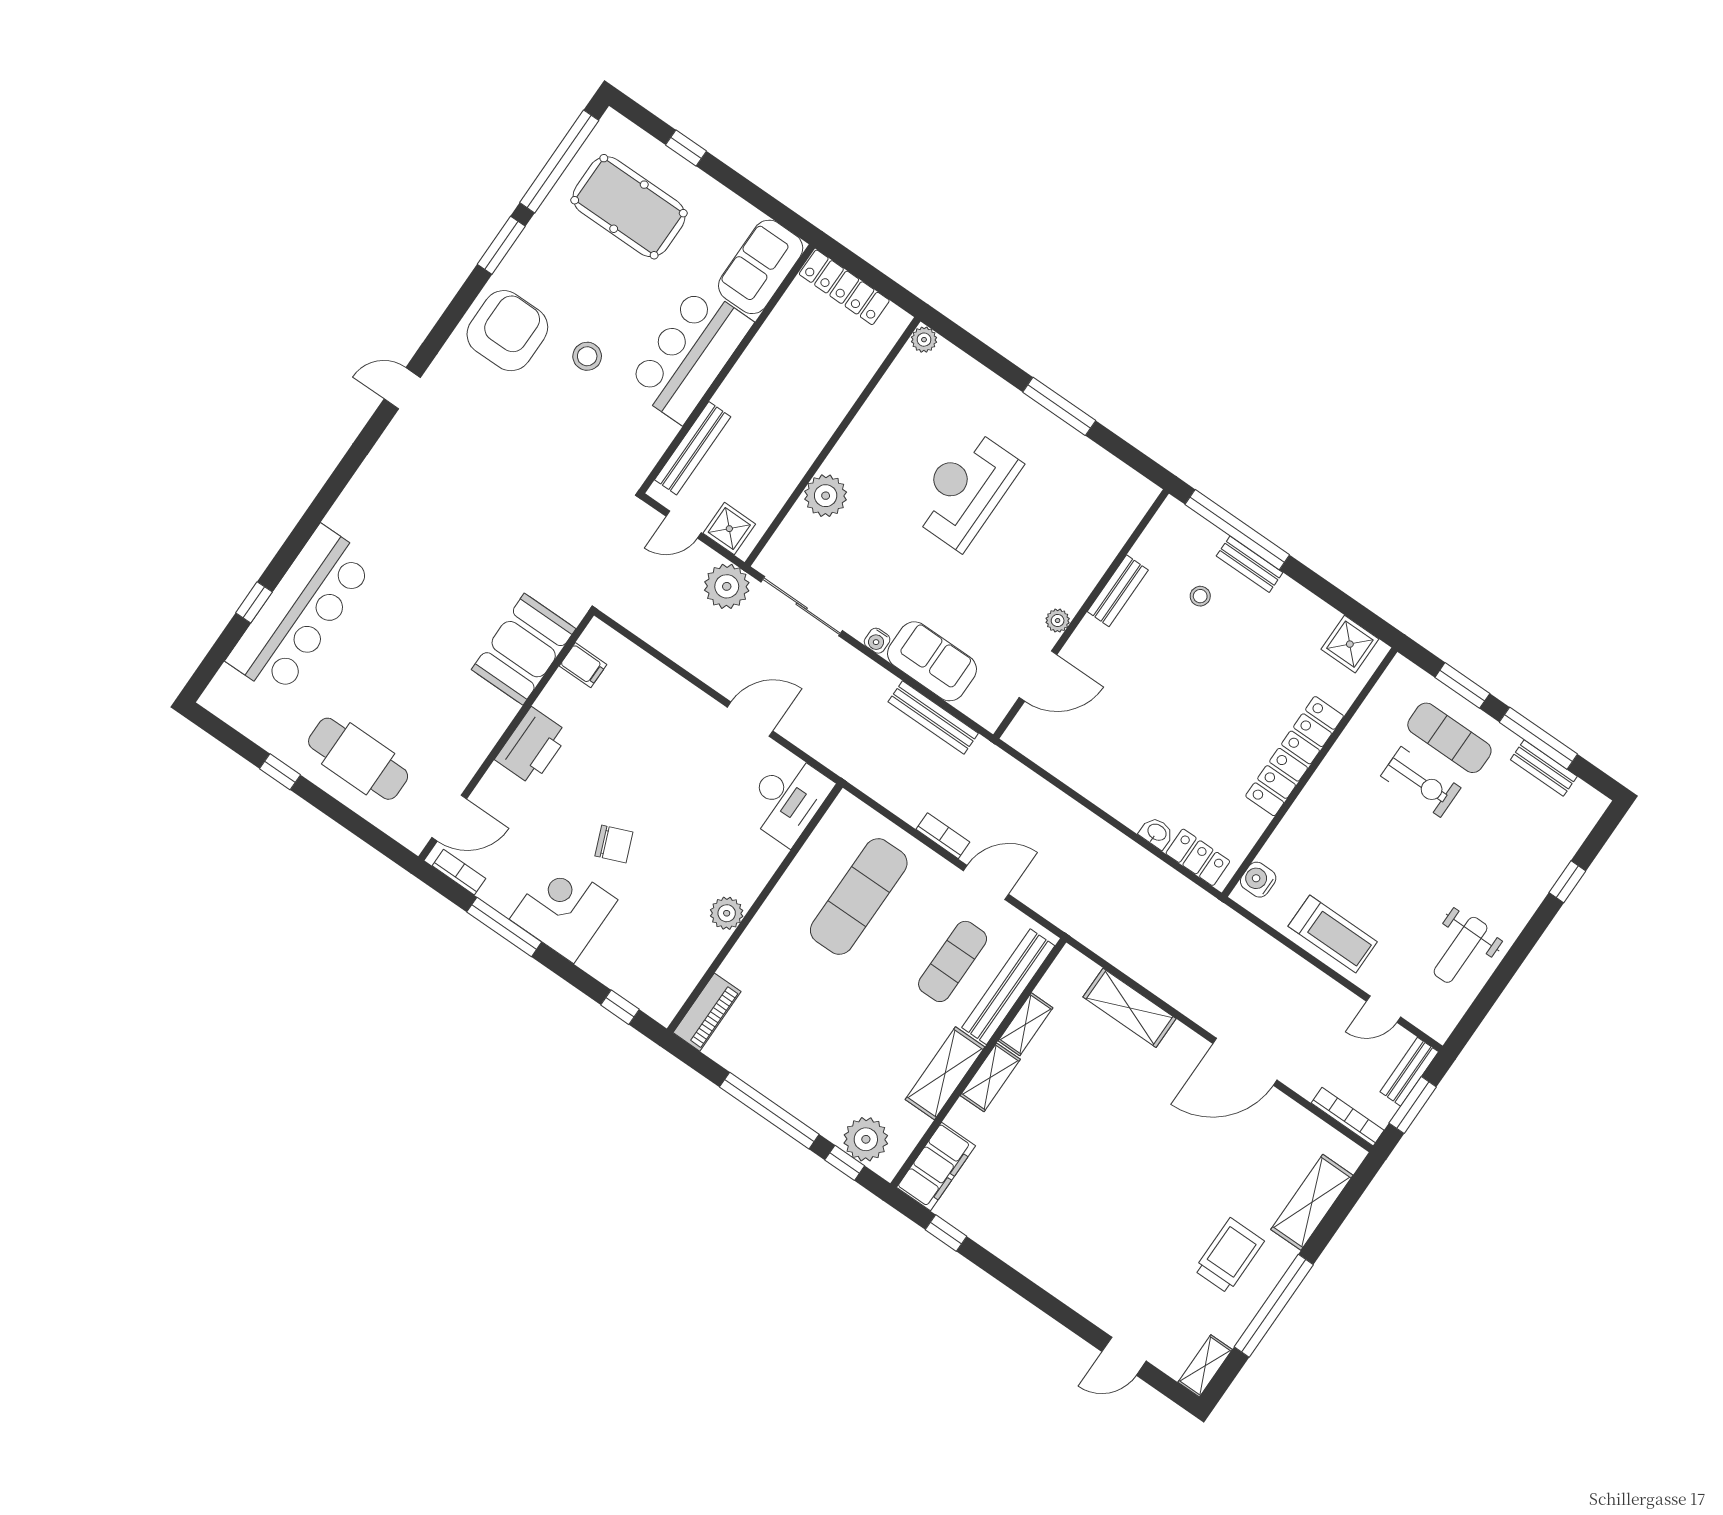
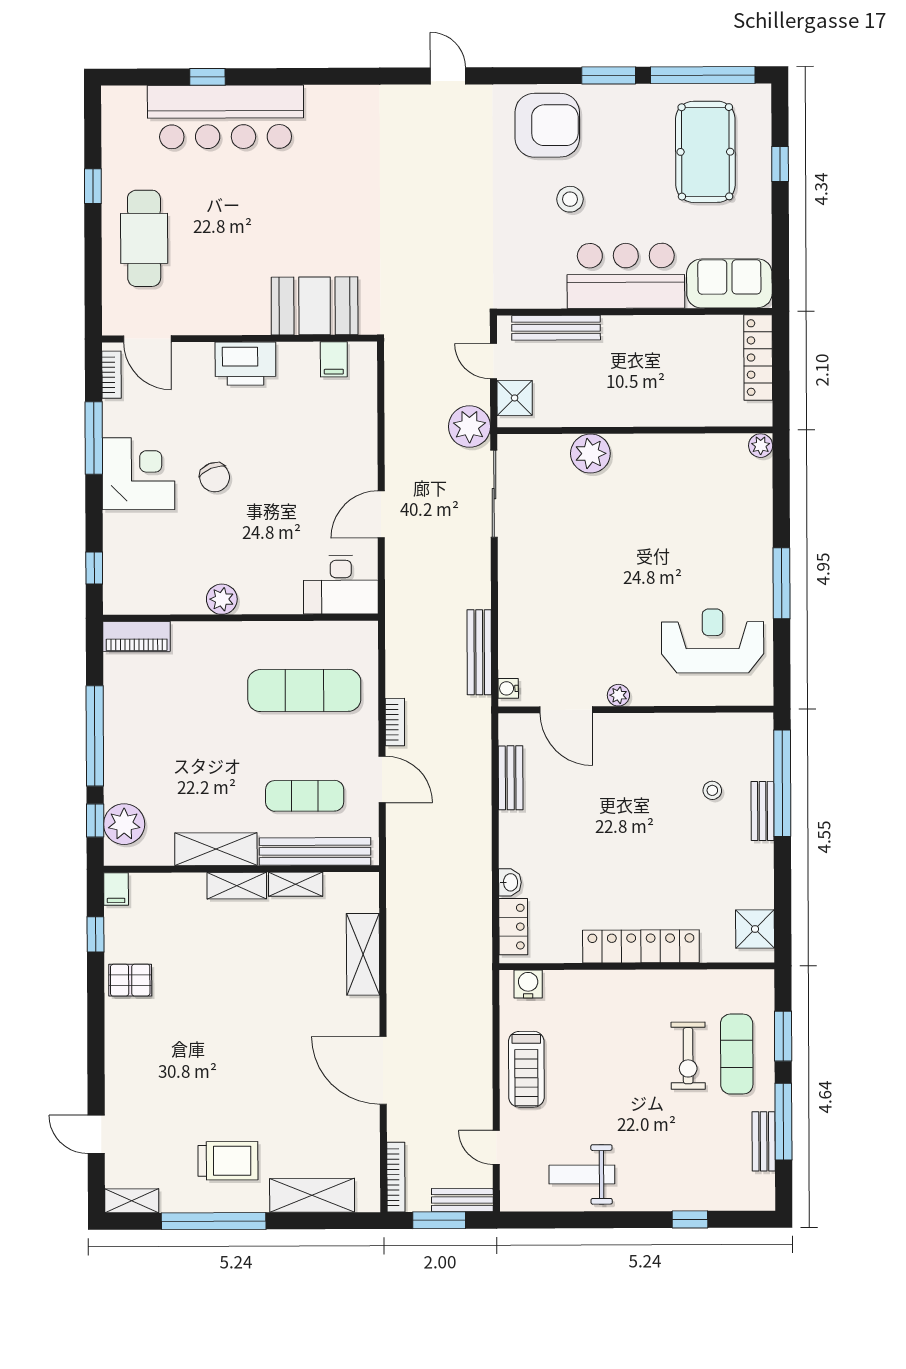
reception desk: (965, 490) -> (713, 641), moved
bench: (1118, 591) -> (511, 778), moved, turned 90
water cooler: (877, 641) -> (508, 688), moved
sofa: (932, 661) -> (521, 622), removed
door: (750, 719) -> (381, 514), swing flipped
filing cabinet: (936, 1167) -> (116, 889), width x0.33, depth x0.86
pallet: (1008, 1231) -> (130, 980), added

